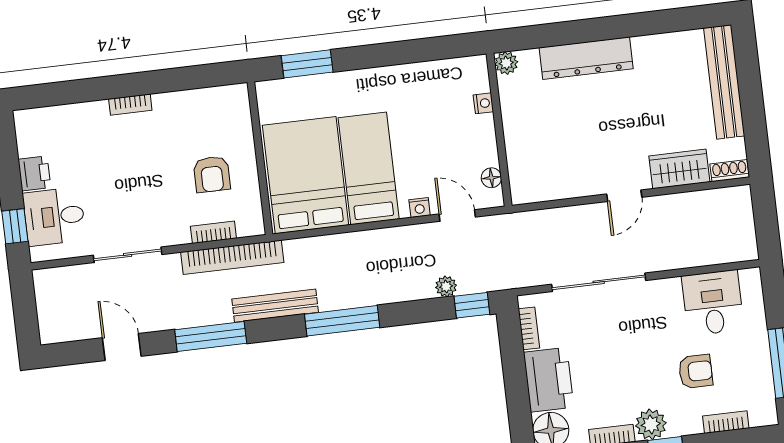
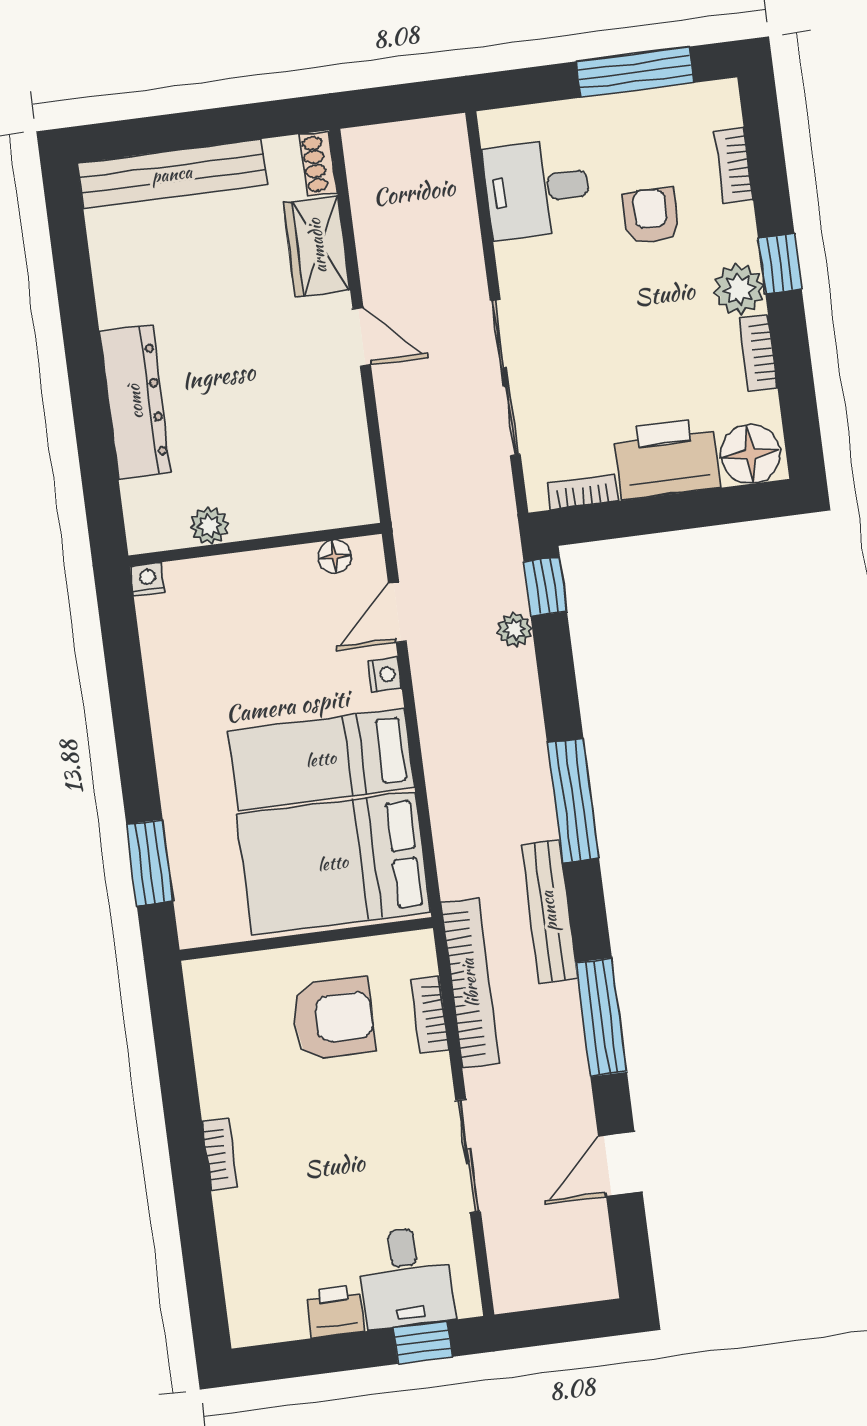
plant: (506, 63) -> (209, 526), moved
nightstand: (483, 103) -> (147, 579), moved
armchair: (212, 174) -> (333, 1018), width x1.38, depth x1.38

